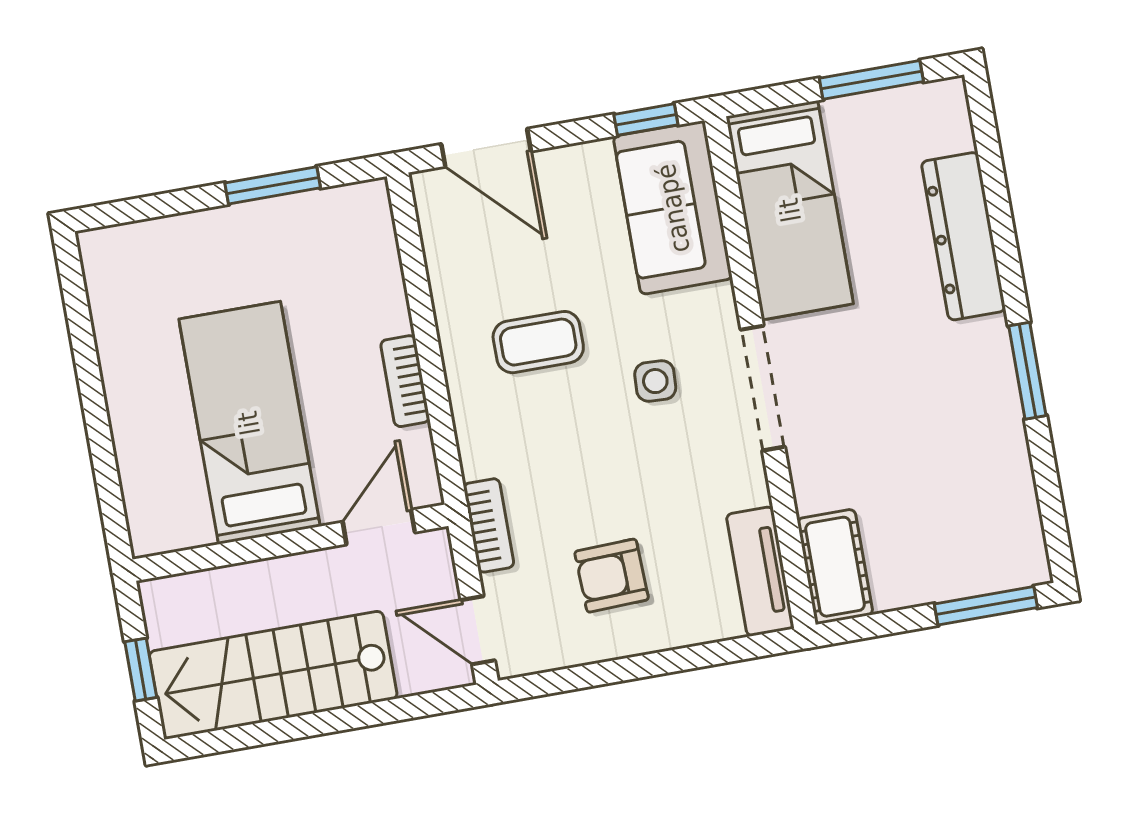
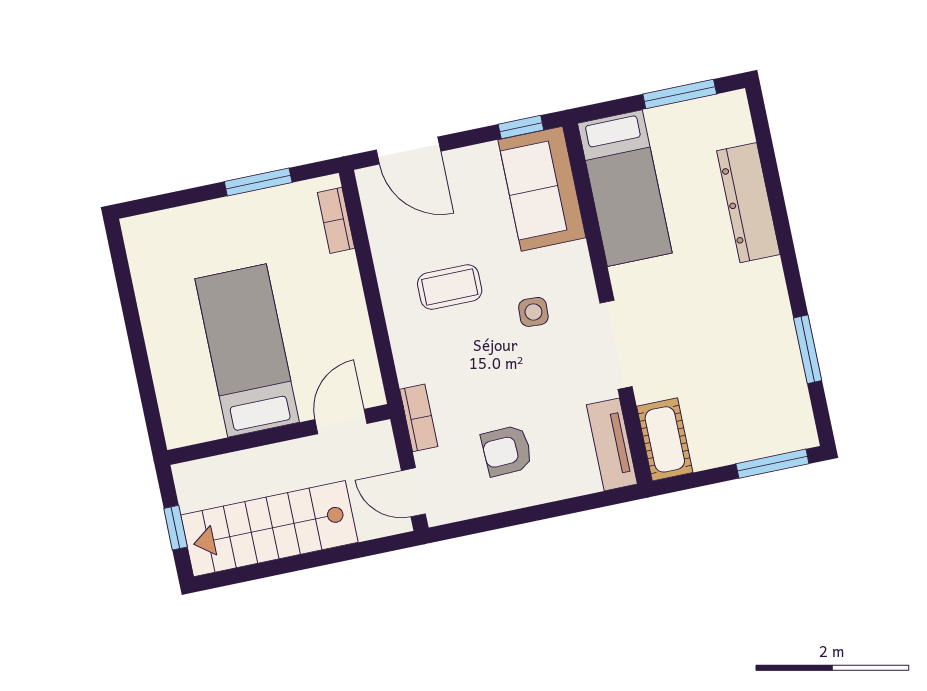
window: (1027, 371) -> (808, 349), moved
bookcase: (405, 381) -> (336, 220), moved
doorway: (763, 388) -> (616, 345), moved

